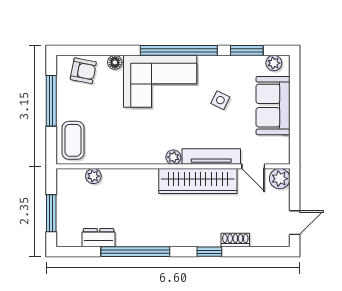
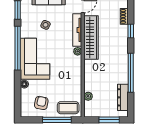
armchair: (83, 71) -> (41, 103), moved
window: (51, 101) -> (57, 120), moved
dresser: (99, 238) -> (123, 97), width x1.44

